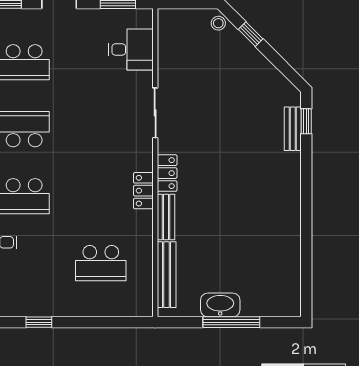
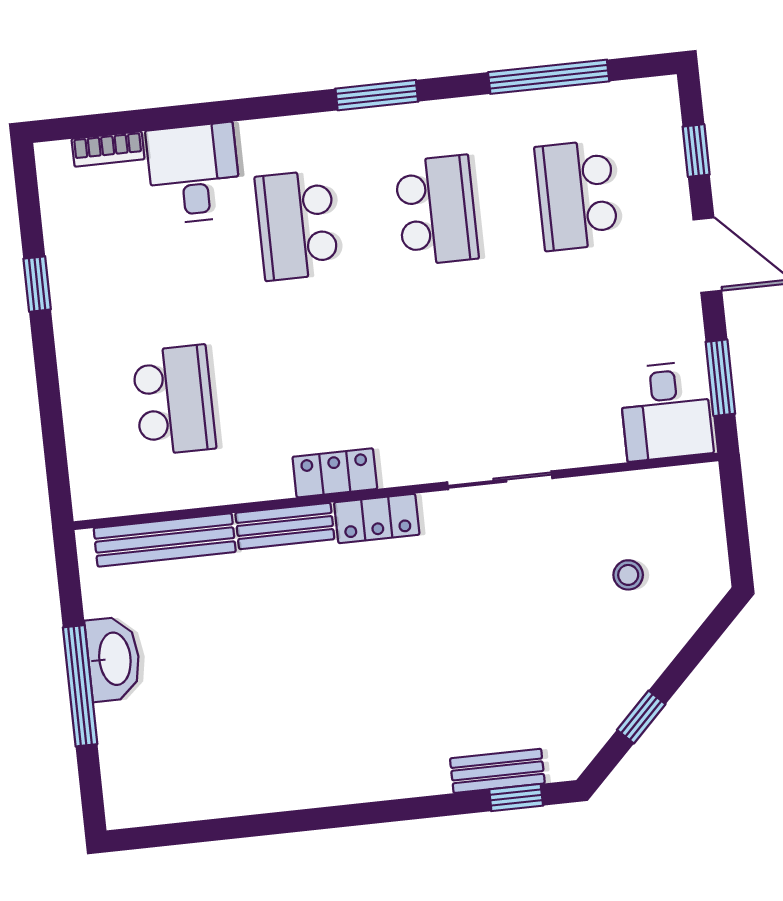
stool: (218, 23) -> (628, 575), moved
window: (251, 34) -> (641, 717), moved
desk: (131, 49) -> (666, 411), moved
school desk: (101, 263) -> (174, 400), turned 180

